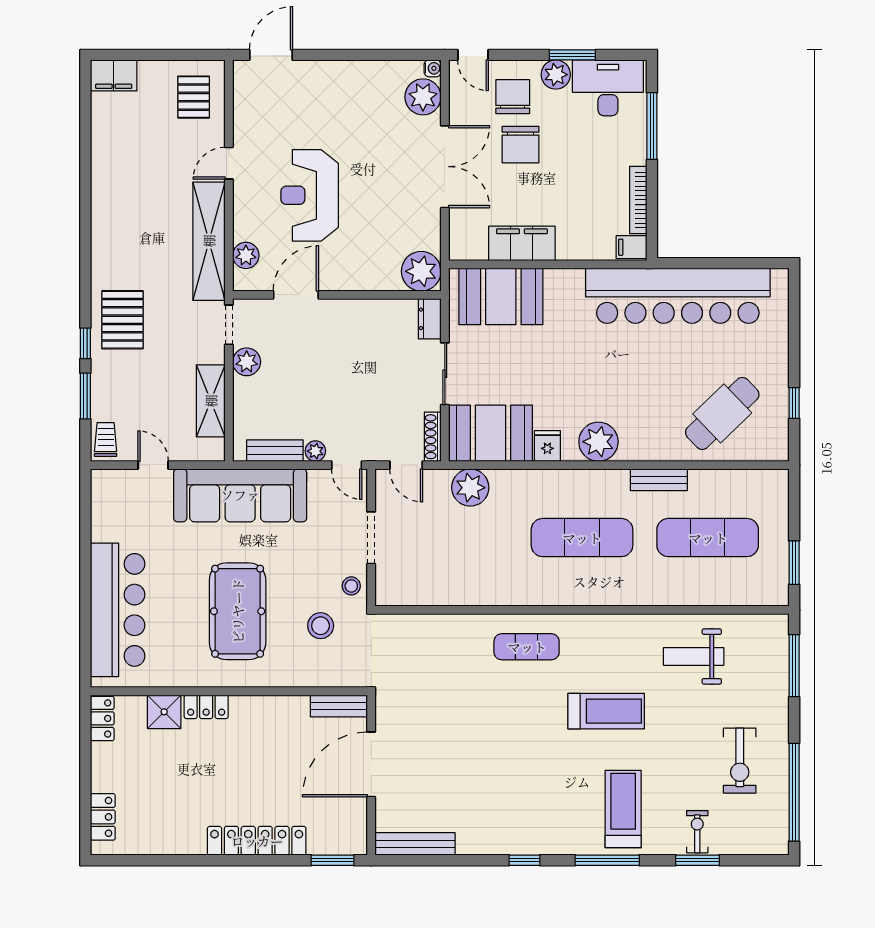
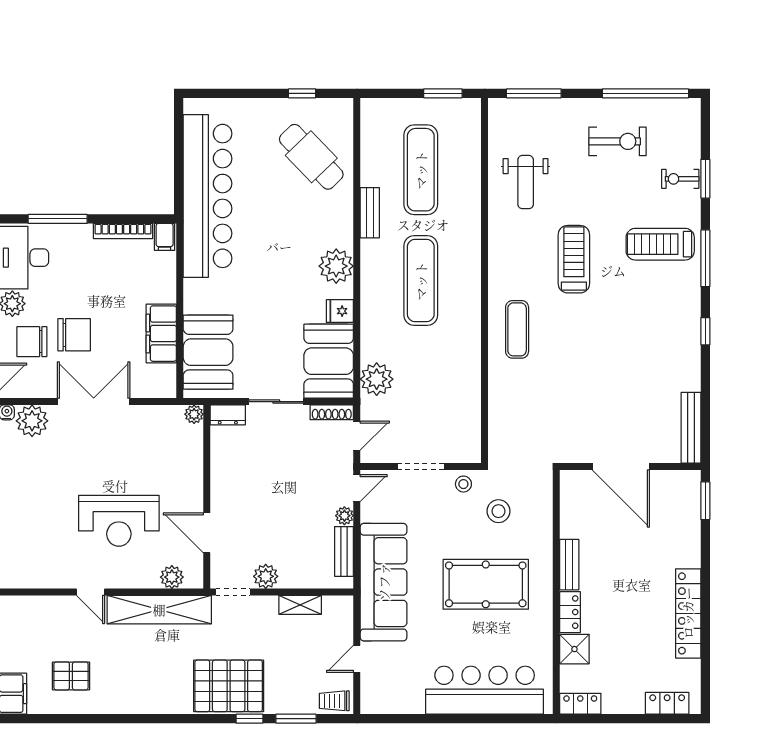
pallet: (194, 97) -> (71, 676), moved
plant: (421, 271) -> (194, 414), width x0.53, depth x0.53
pallet: (122, 320) -> (229, 686), width x1.37, depth x1.41
shelving: (211, 401) -> (300, 605), width x0.67, depth x0.75
bench: (339, 706) -> (569, 565), moved
locker: (257, 841) -> (688, 613), moved

